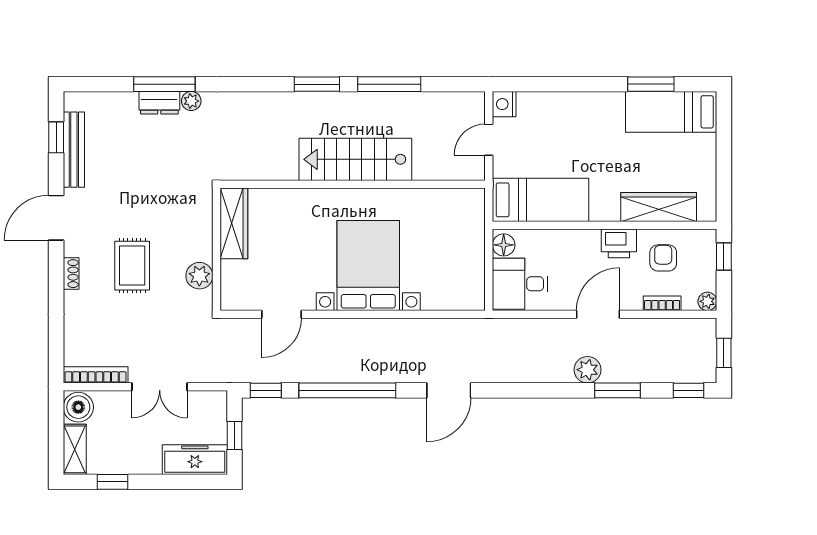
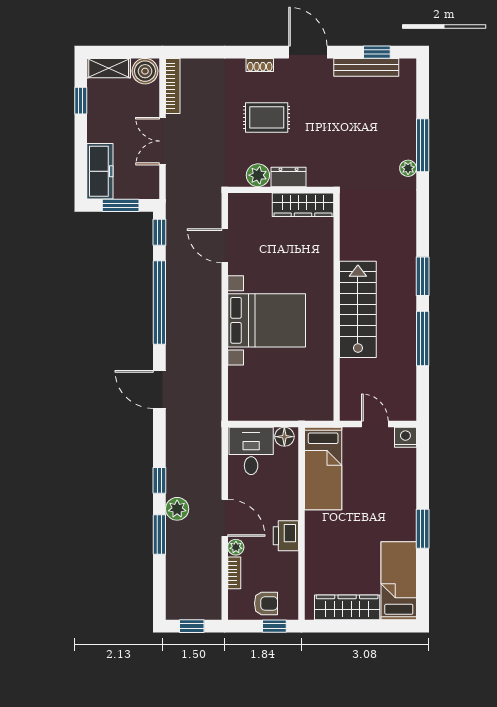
window: (651, 84) -> (423, 529), moved
dresser: (159, 103) -> (289, 177), moved, turned 90
wardrobe: (659, 207) -> (347, 607), moved, turned -90
armchair: (663, 258) -> (266, 603), moved
plant: (707, 301) -> (236, 547), moved
window: (689, 390) -> (159, 480), moved
window: (234, 435) -> (121, 205), width x1.50

